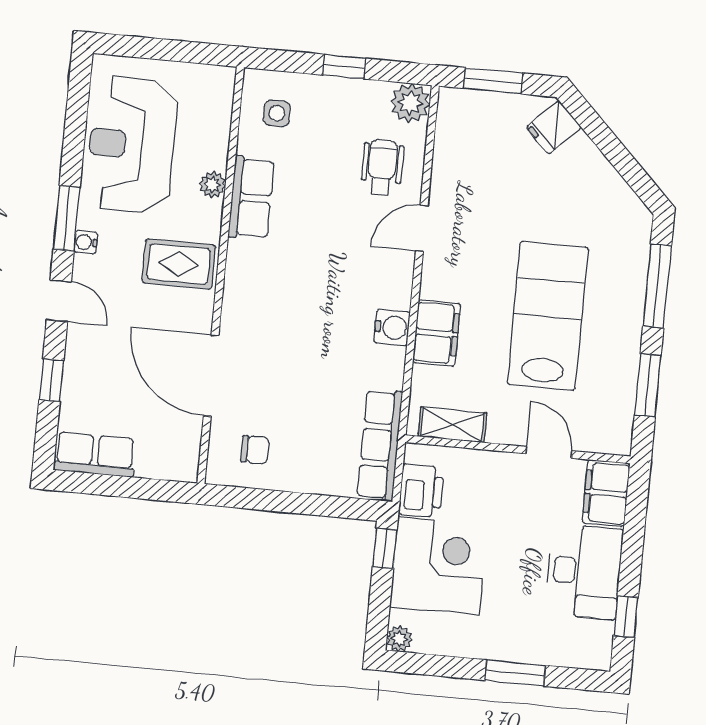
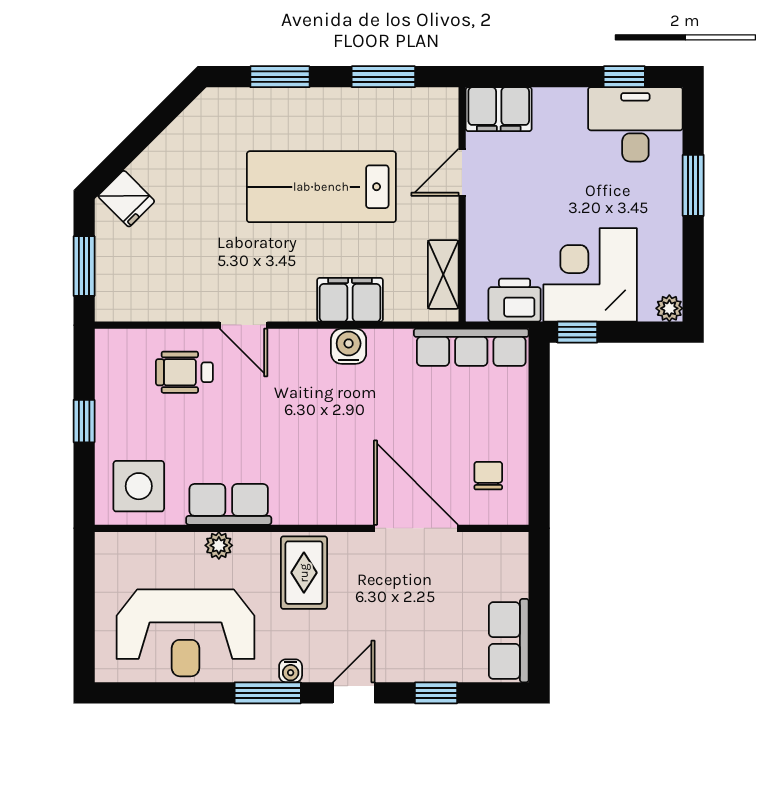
plant: (410, 103) -> (115, 349), removed
side table: (277, 113) -> (139, 486), width x1.87, depth x1.87
window: (657, 286) -> (280, 77), width x0.69
door: (211, 376) -> (416, 528), swing flipped
desk: (584, 571) -> (635, 124), moved

